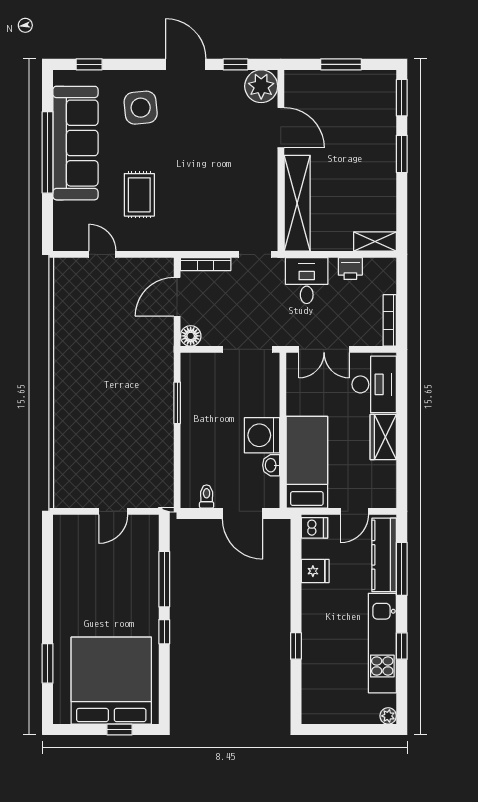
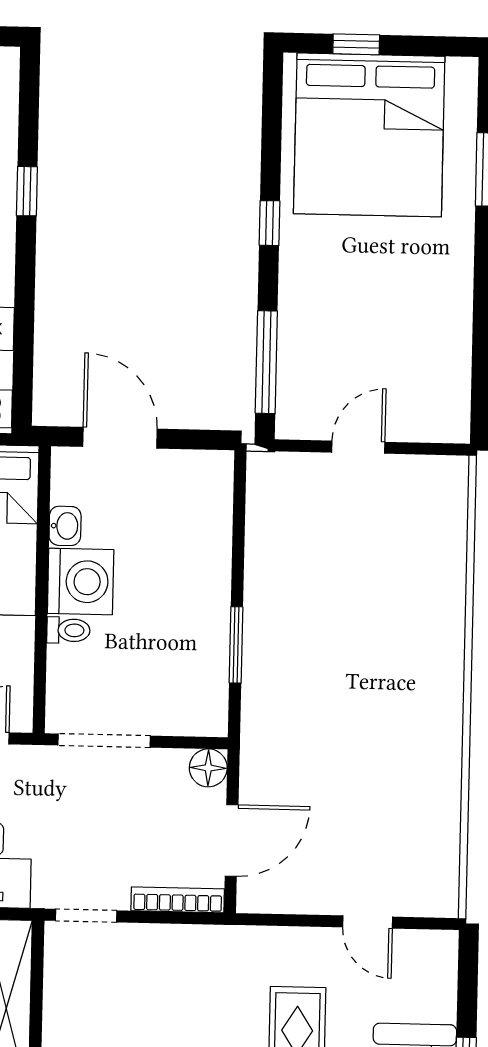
toilet: (207, 497) -> (68, 630), moved, turned -90
window: (164, 579) -> (266, 362), moved

